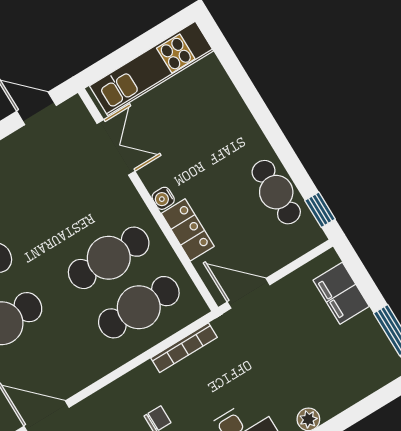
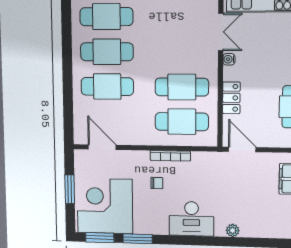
water cooler: (163, 198) -> (229, 59), moved
bookcase: (184, 348) -> (170, 156), moved

